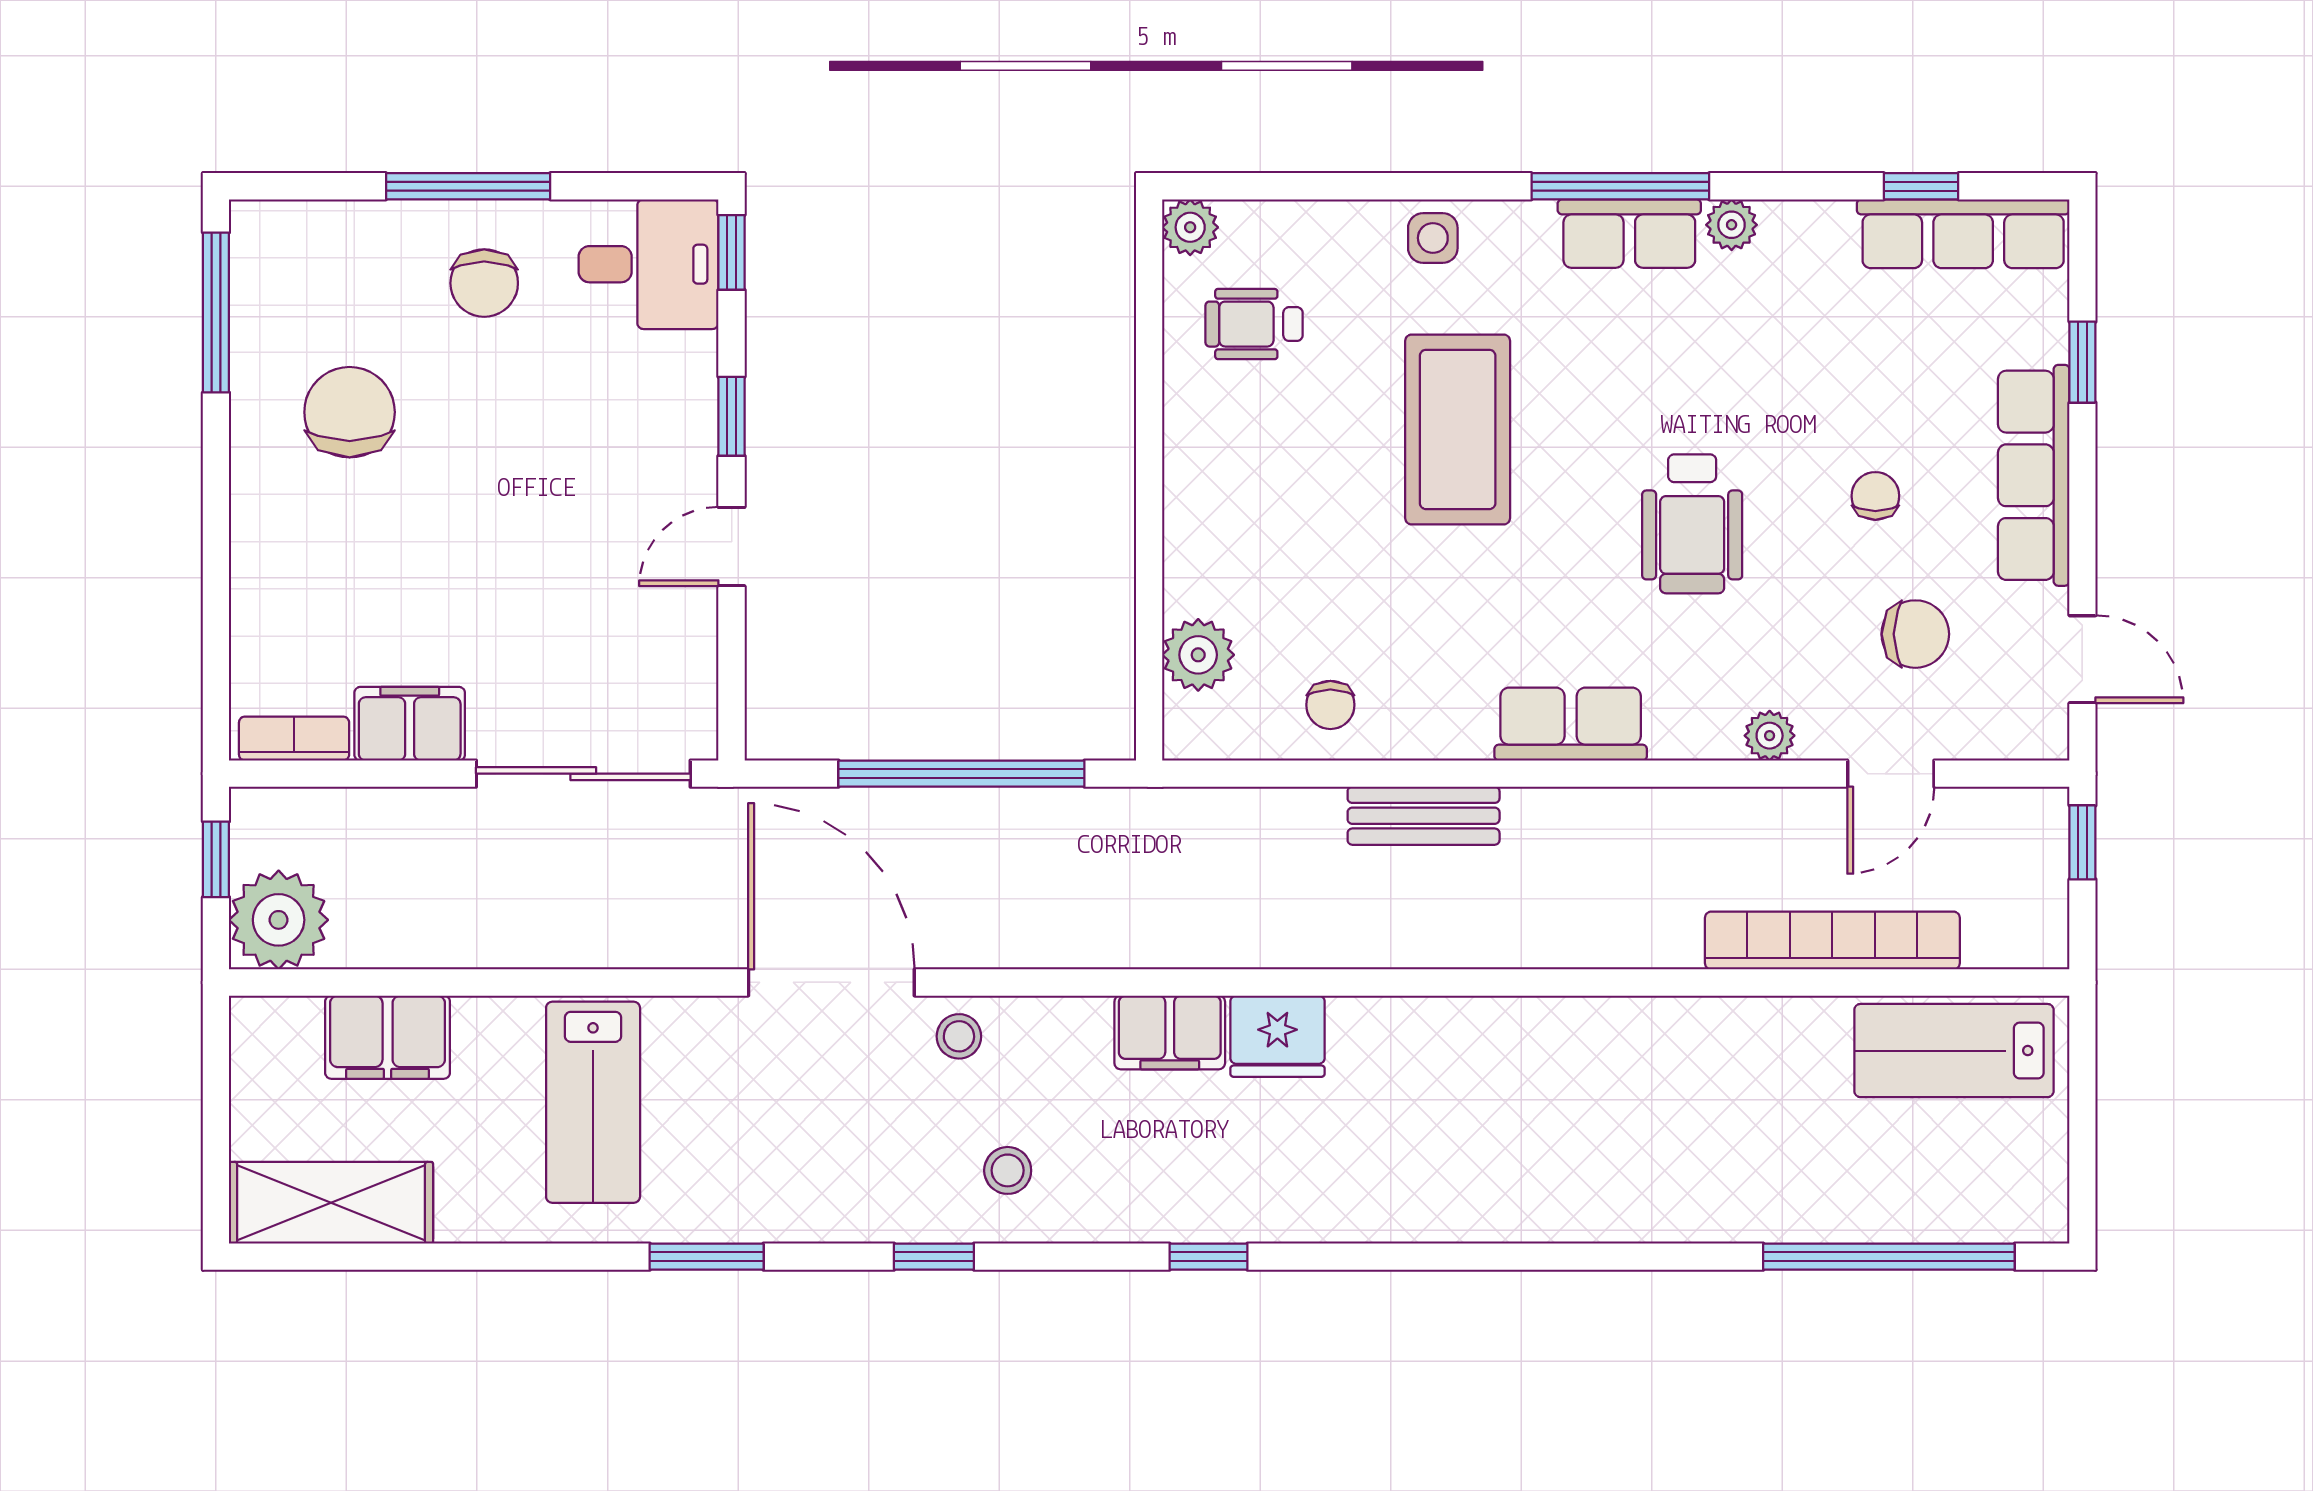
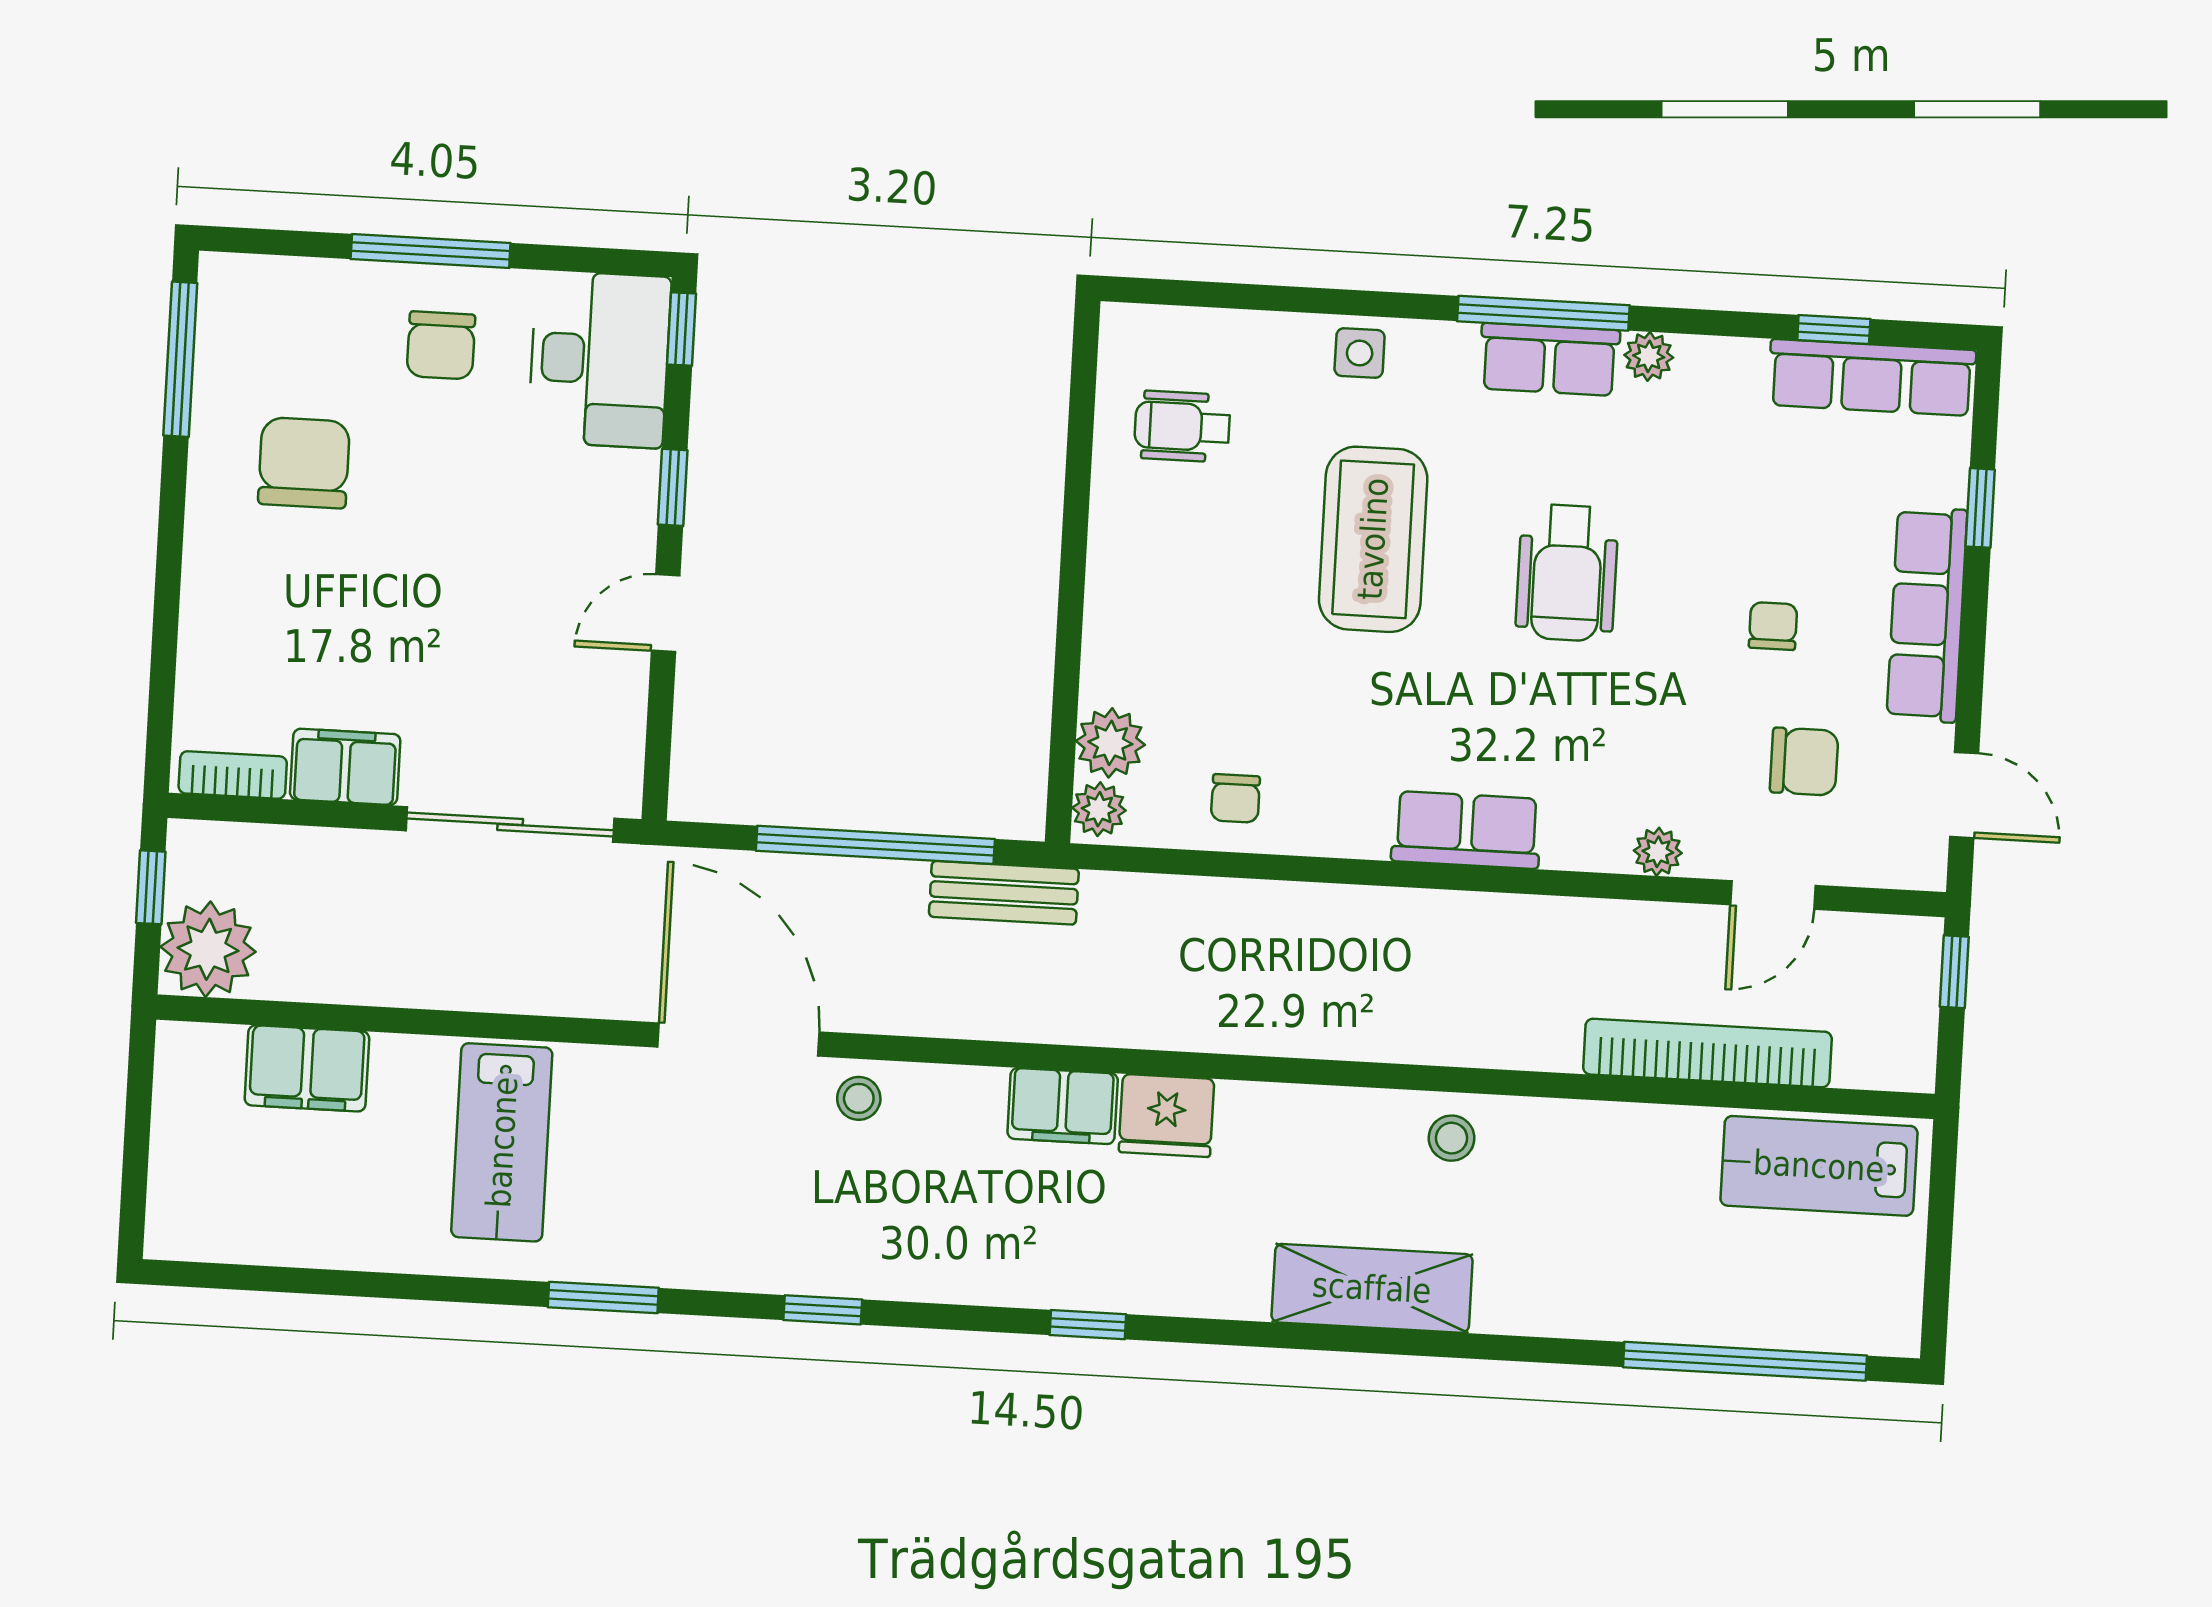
plant: (1190, 227) -> (1099, 809), moved
desk: (649, 264) -> (599, 359), width x1.37
wheelchair: (1692, 524) -> (1567, 573), moved
bench: (1424, 816) -> (1004, 893), moved
stool: (1008, 1170) -> (1452, 1138), moved
shelving: (331, 1203) -> (1372, 1288), moved

